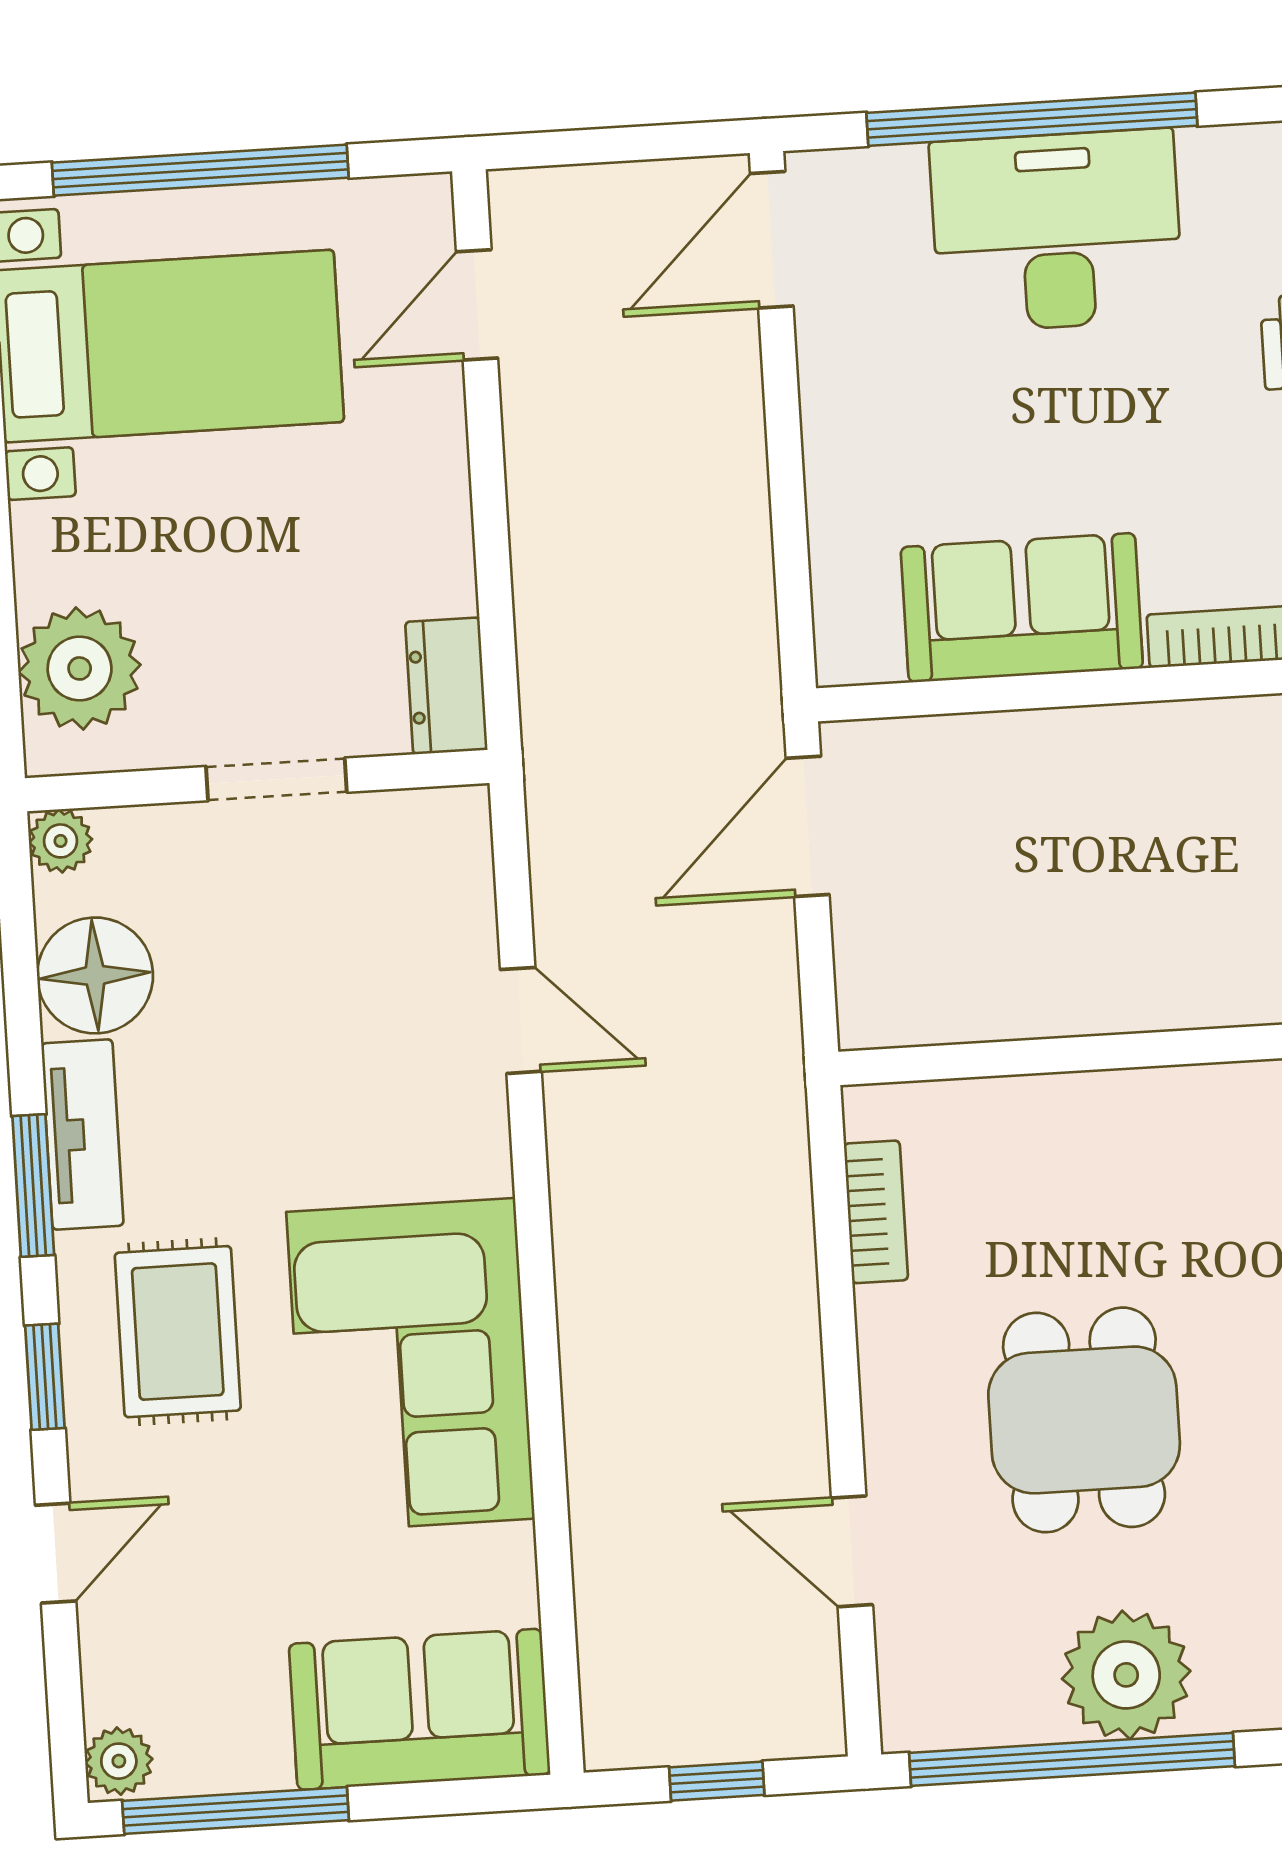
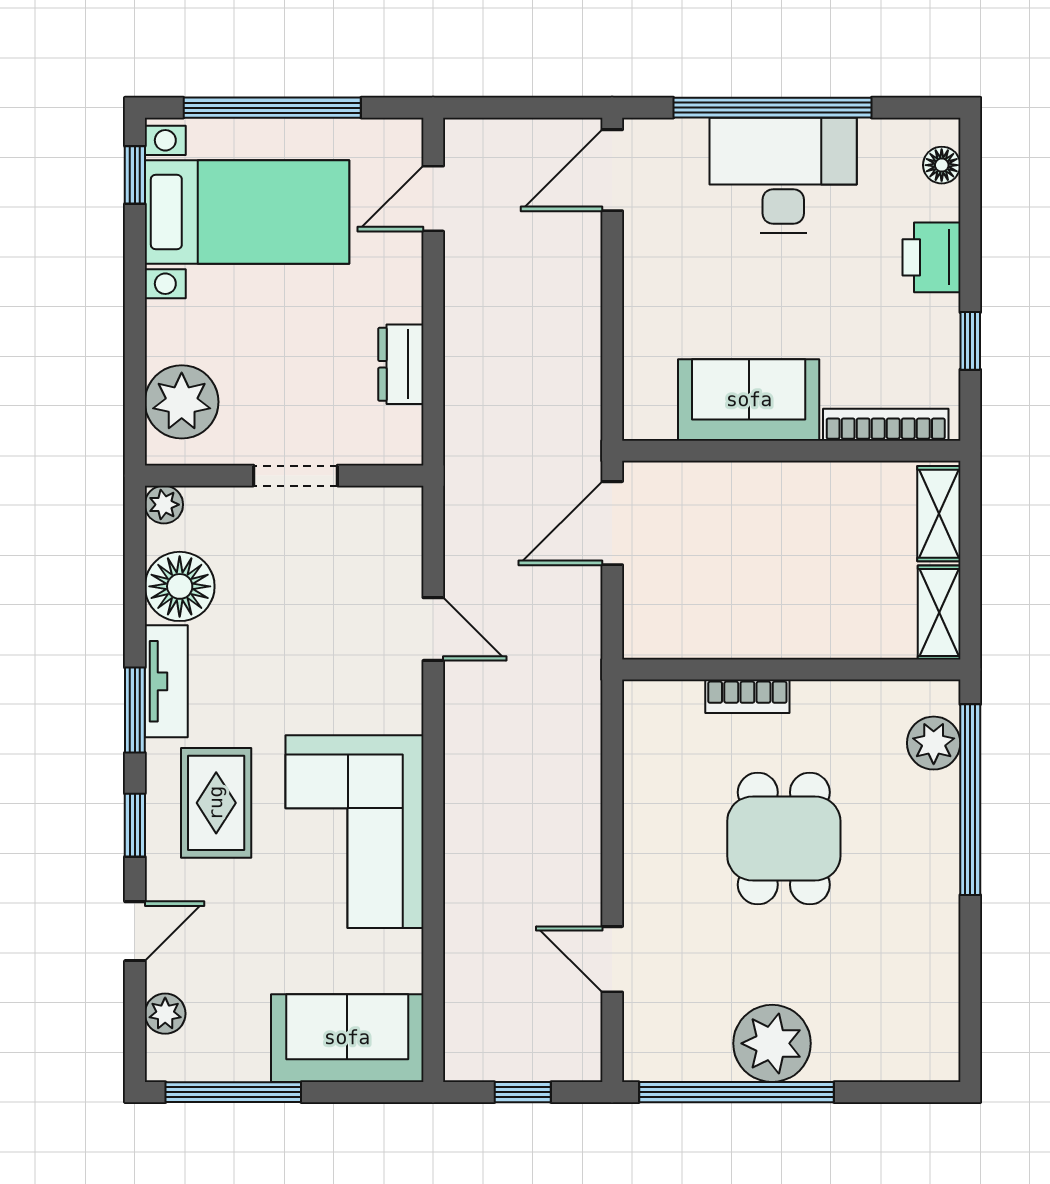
dresser: (446, 686) -> (401, 364), moved
bookcase: (876, 1212) -> (747, 696), moved, turned 90
dining table: (1084, 1420) -> (784, 838), moved
plant: (119, 1761) -> (165, 1014), moved

